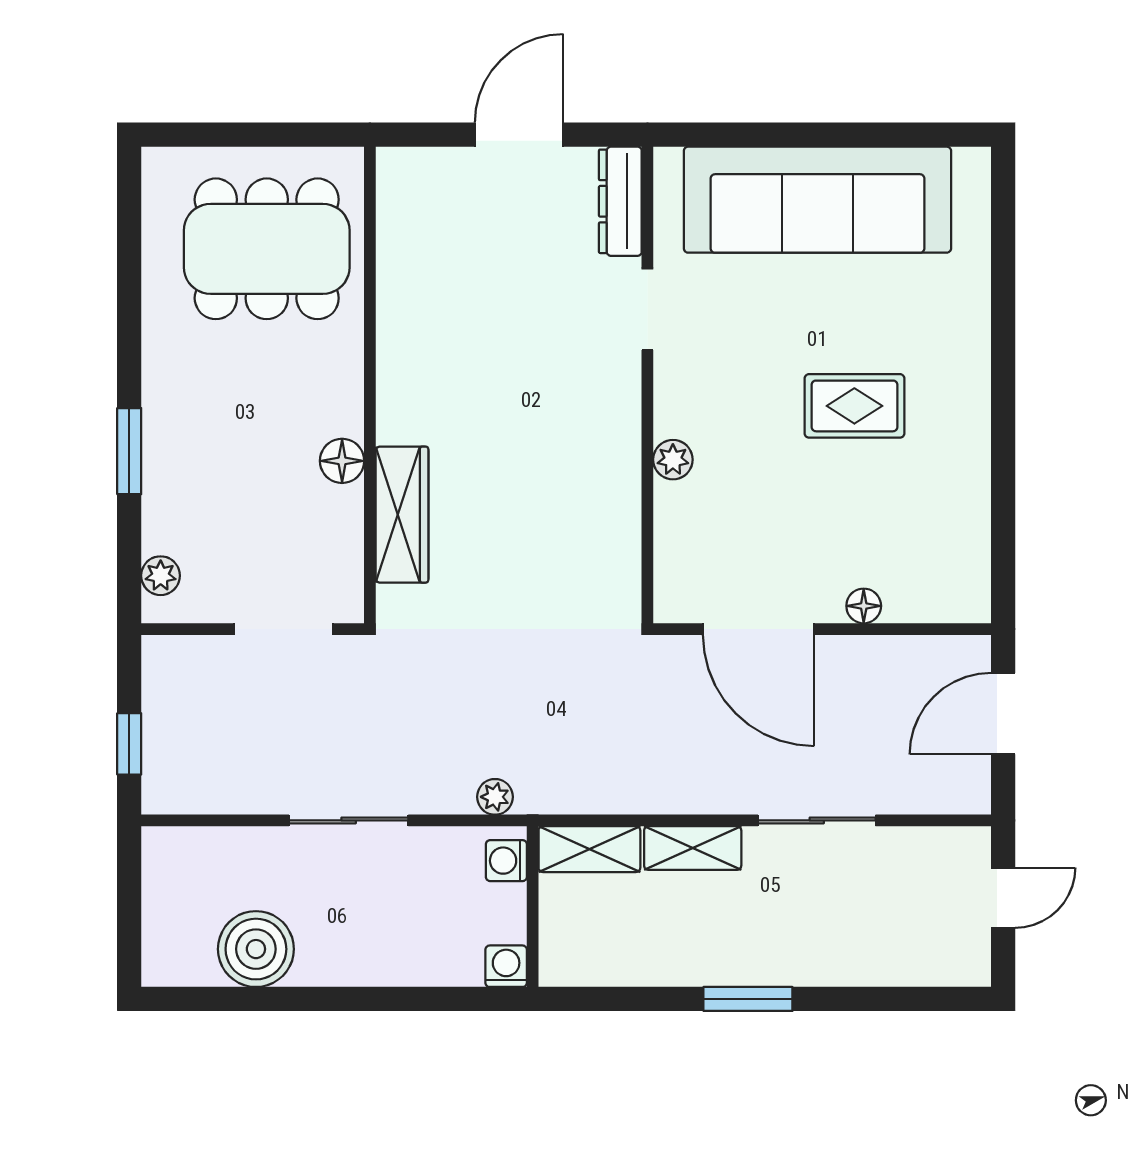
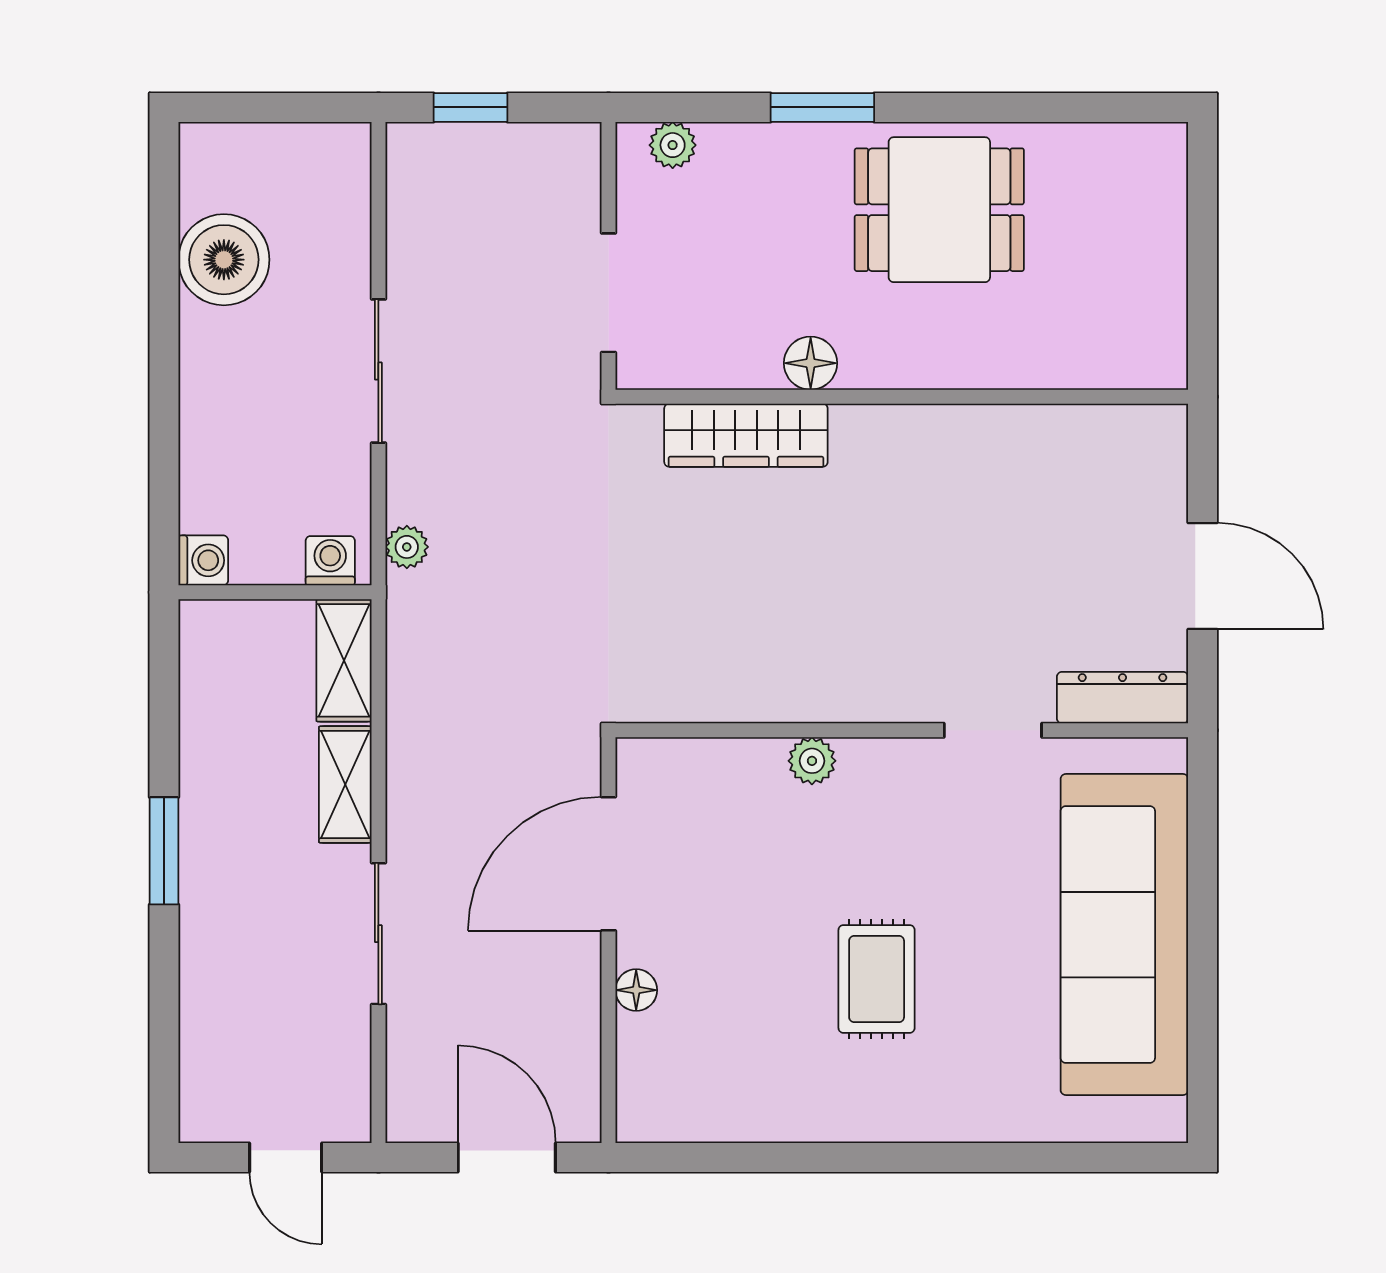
dining table: (267, 249) -> (939, 210), moved, width x0.73

